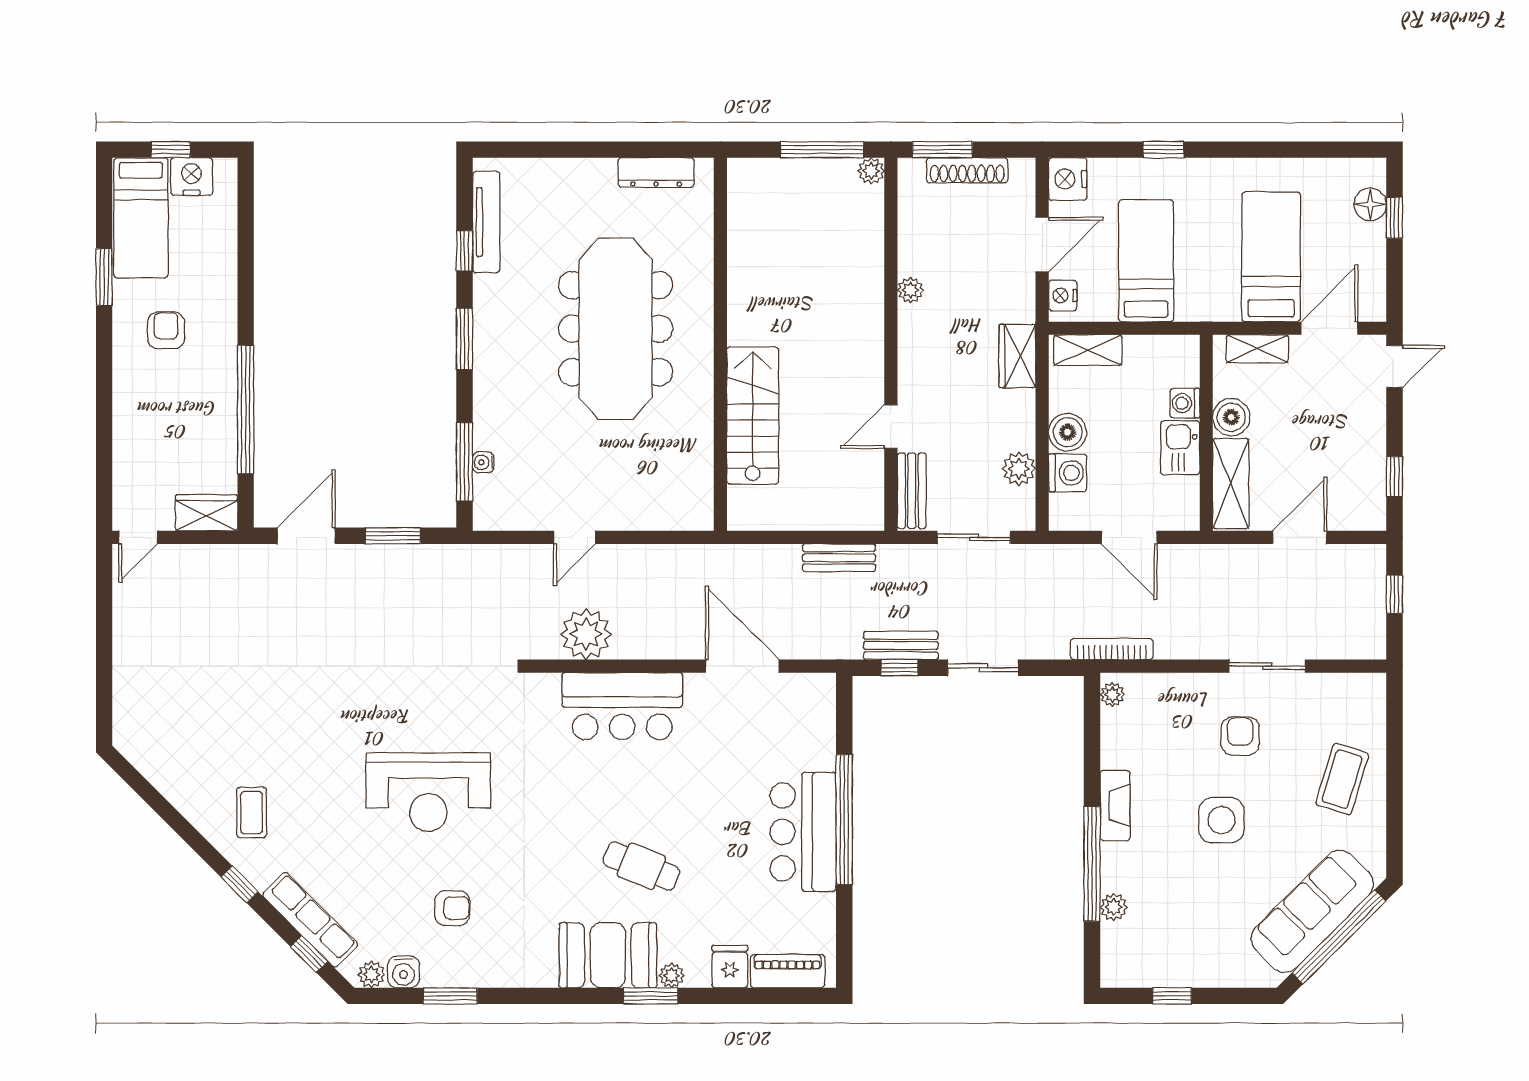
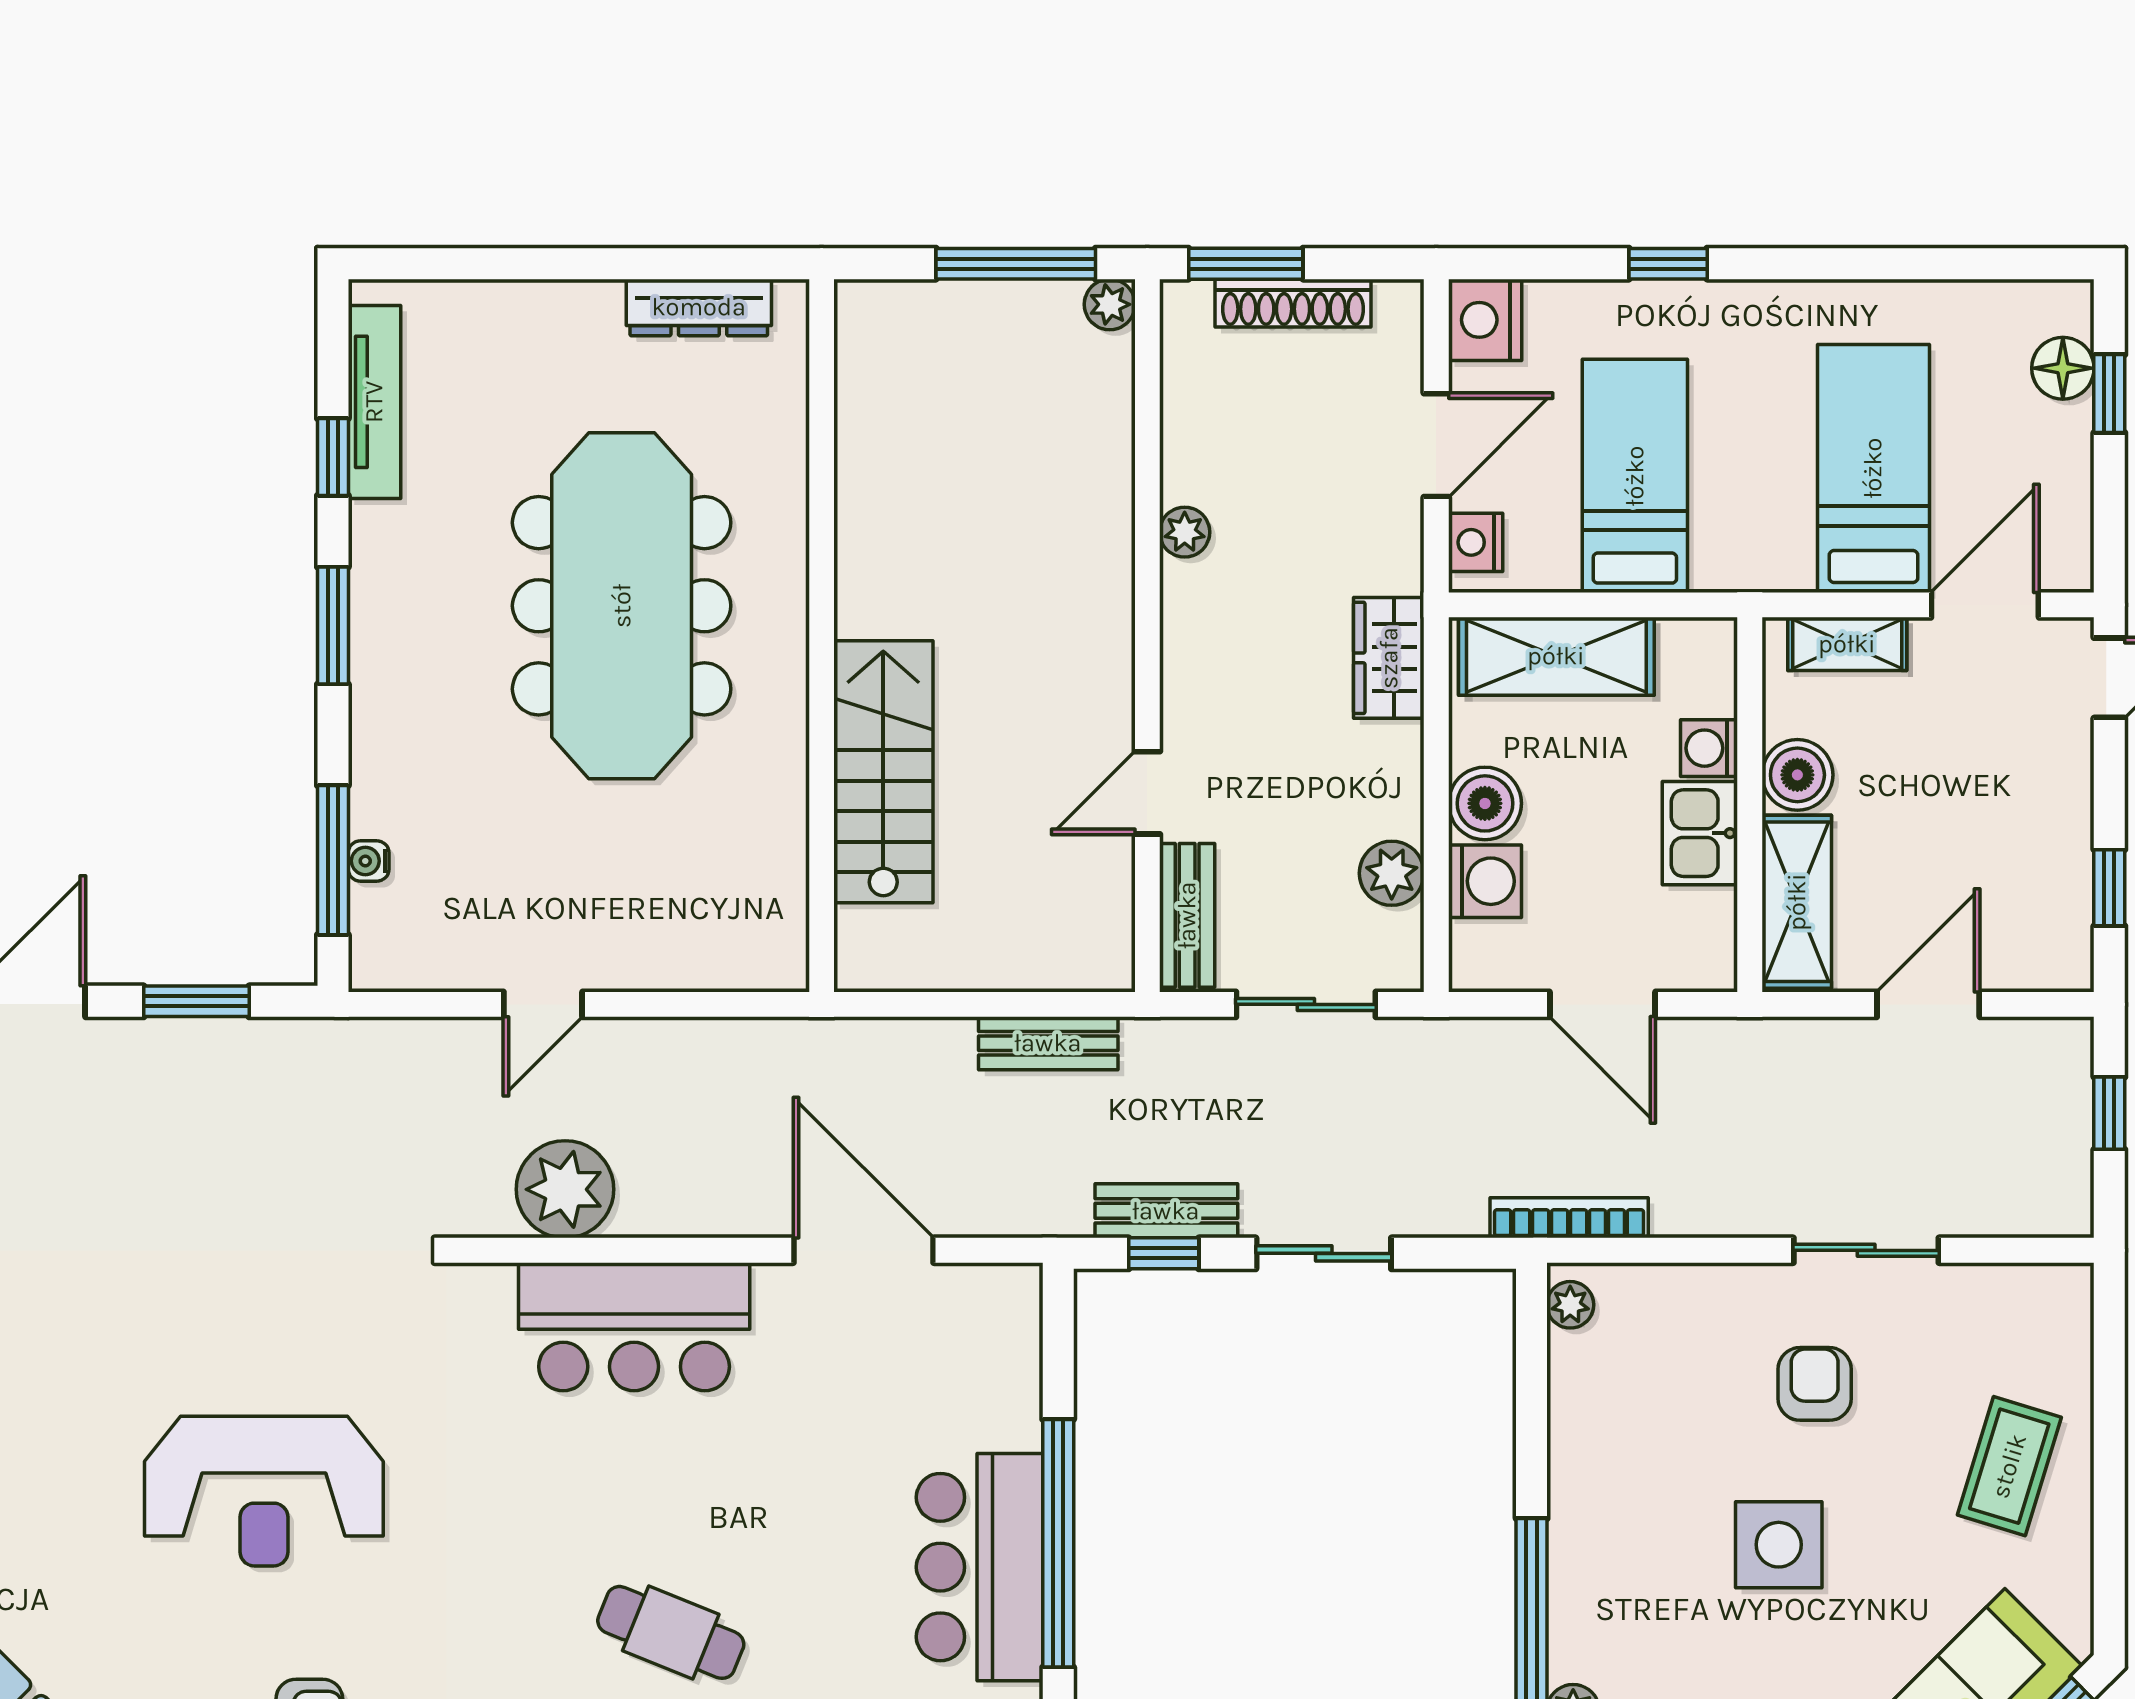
shelving: (1088, 350) -> (1556, 656), width x1.50, depth x1.33
fireplace: (1115, 805) -> (1576, 1516), removed

